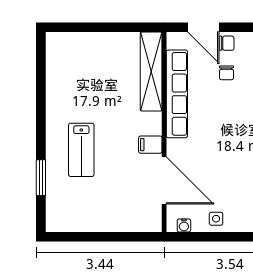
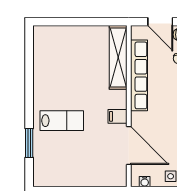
lab bench: (81, 150) -> (62, 121), turned -90

